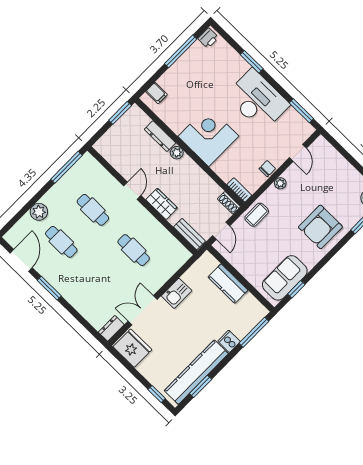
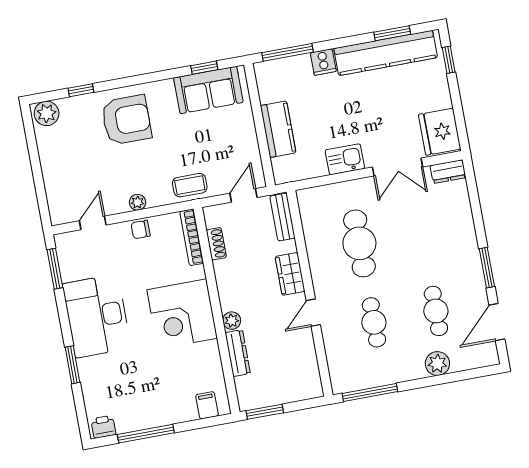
bookcase: (239, 190) -> (192, 237), width x1.56
shoe rack: (229, 203) -> (216, 244), moved
cafe table: (134, 250) -> (359, 243), width x1.37, depth x1.35

